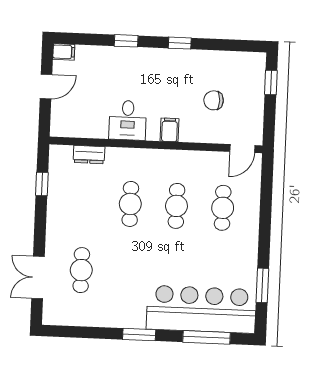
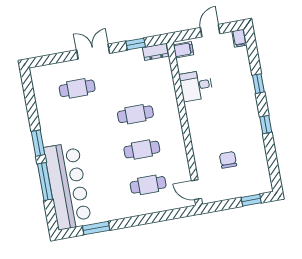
door: (46, 86) -> (210, 31), swing flipped
desk: (128, 120) -> (196, 86), moved
filing cabinet: (170, 130) -> (183, 50), moved
dresser: (89, 155) -> (155, 52), moved, turned -90
double door: (38, 277) -> (93, 52), moved
window: (207, 337) -> (45, 181), moved

